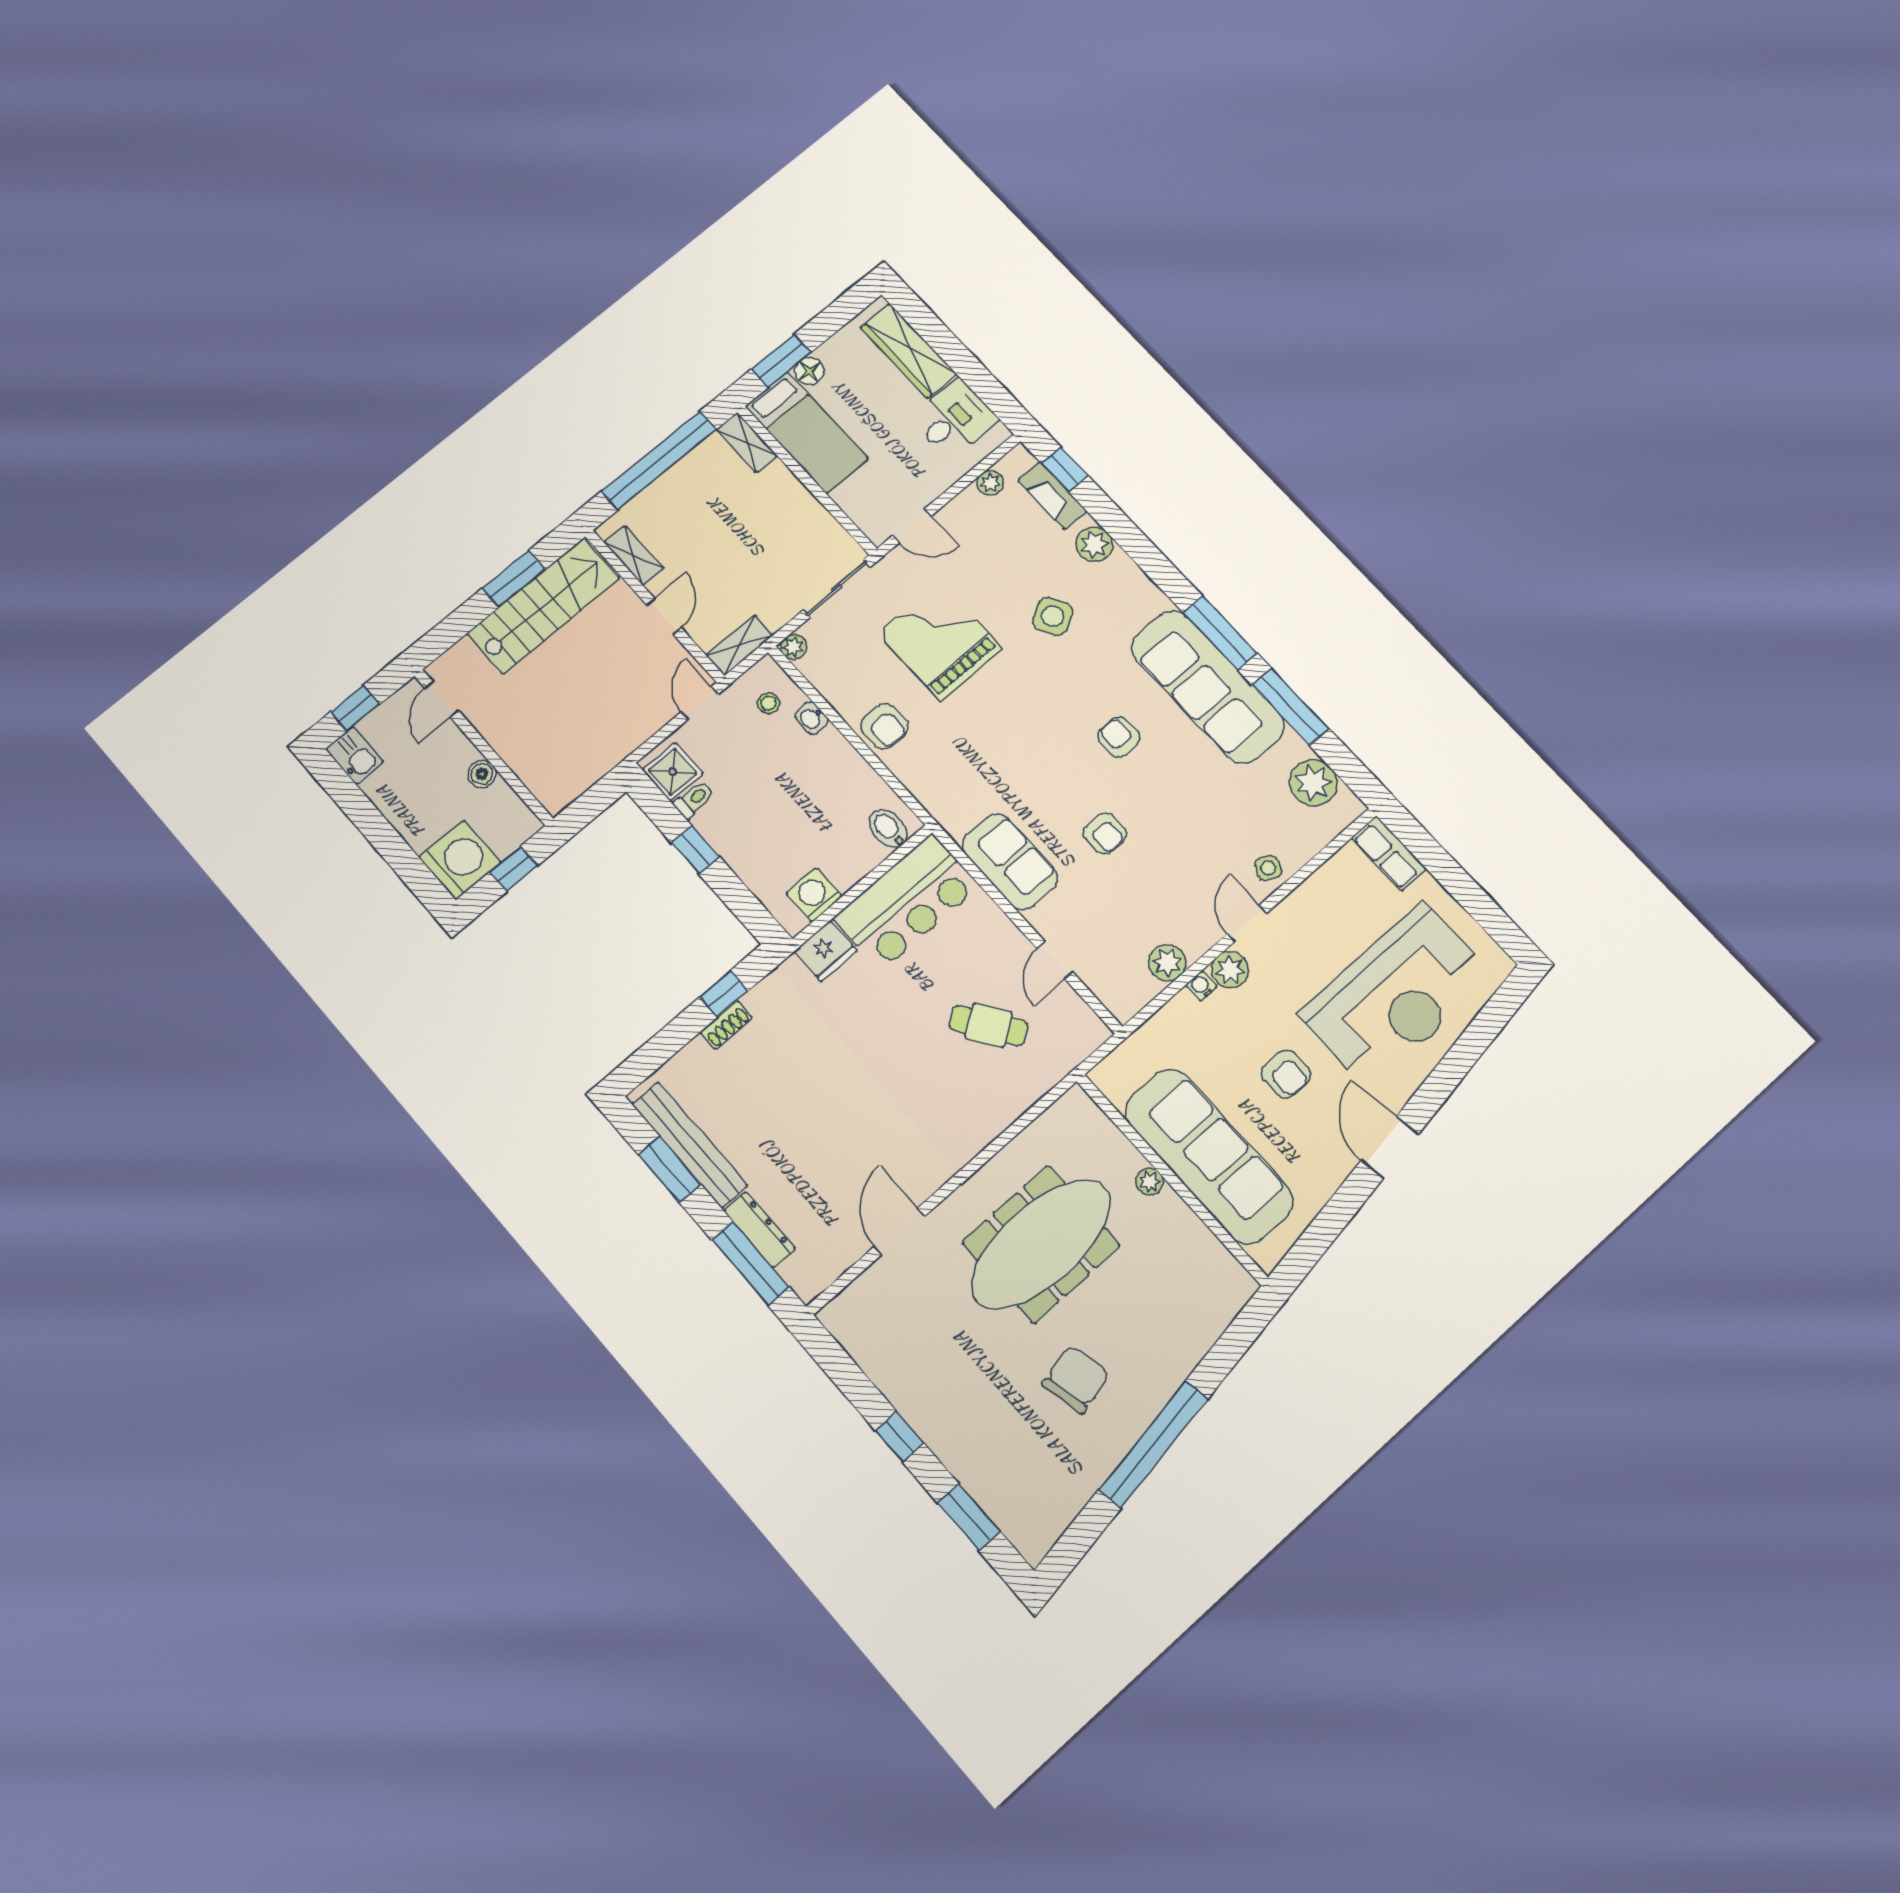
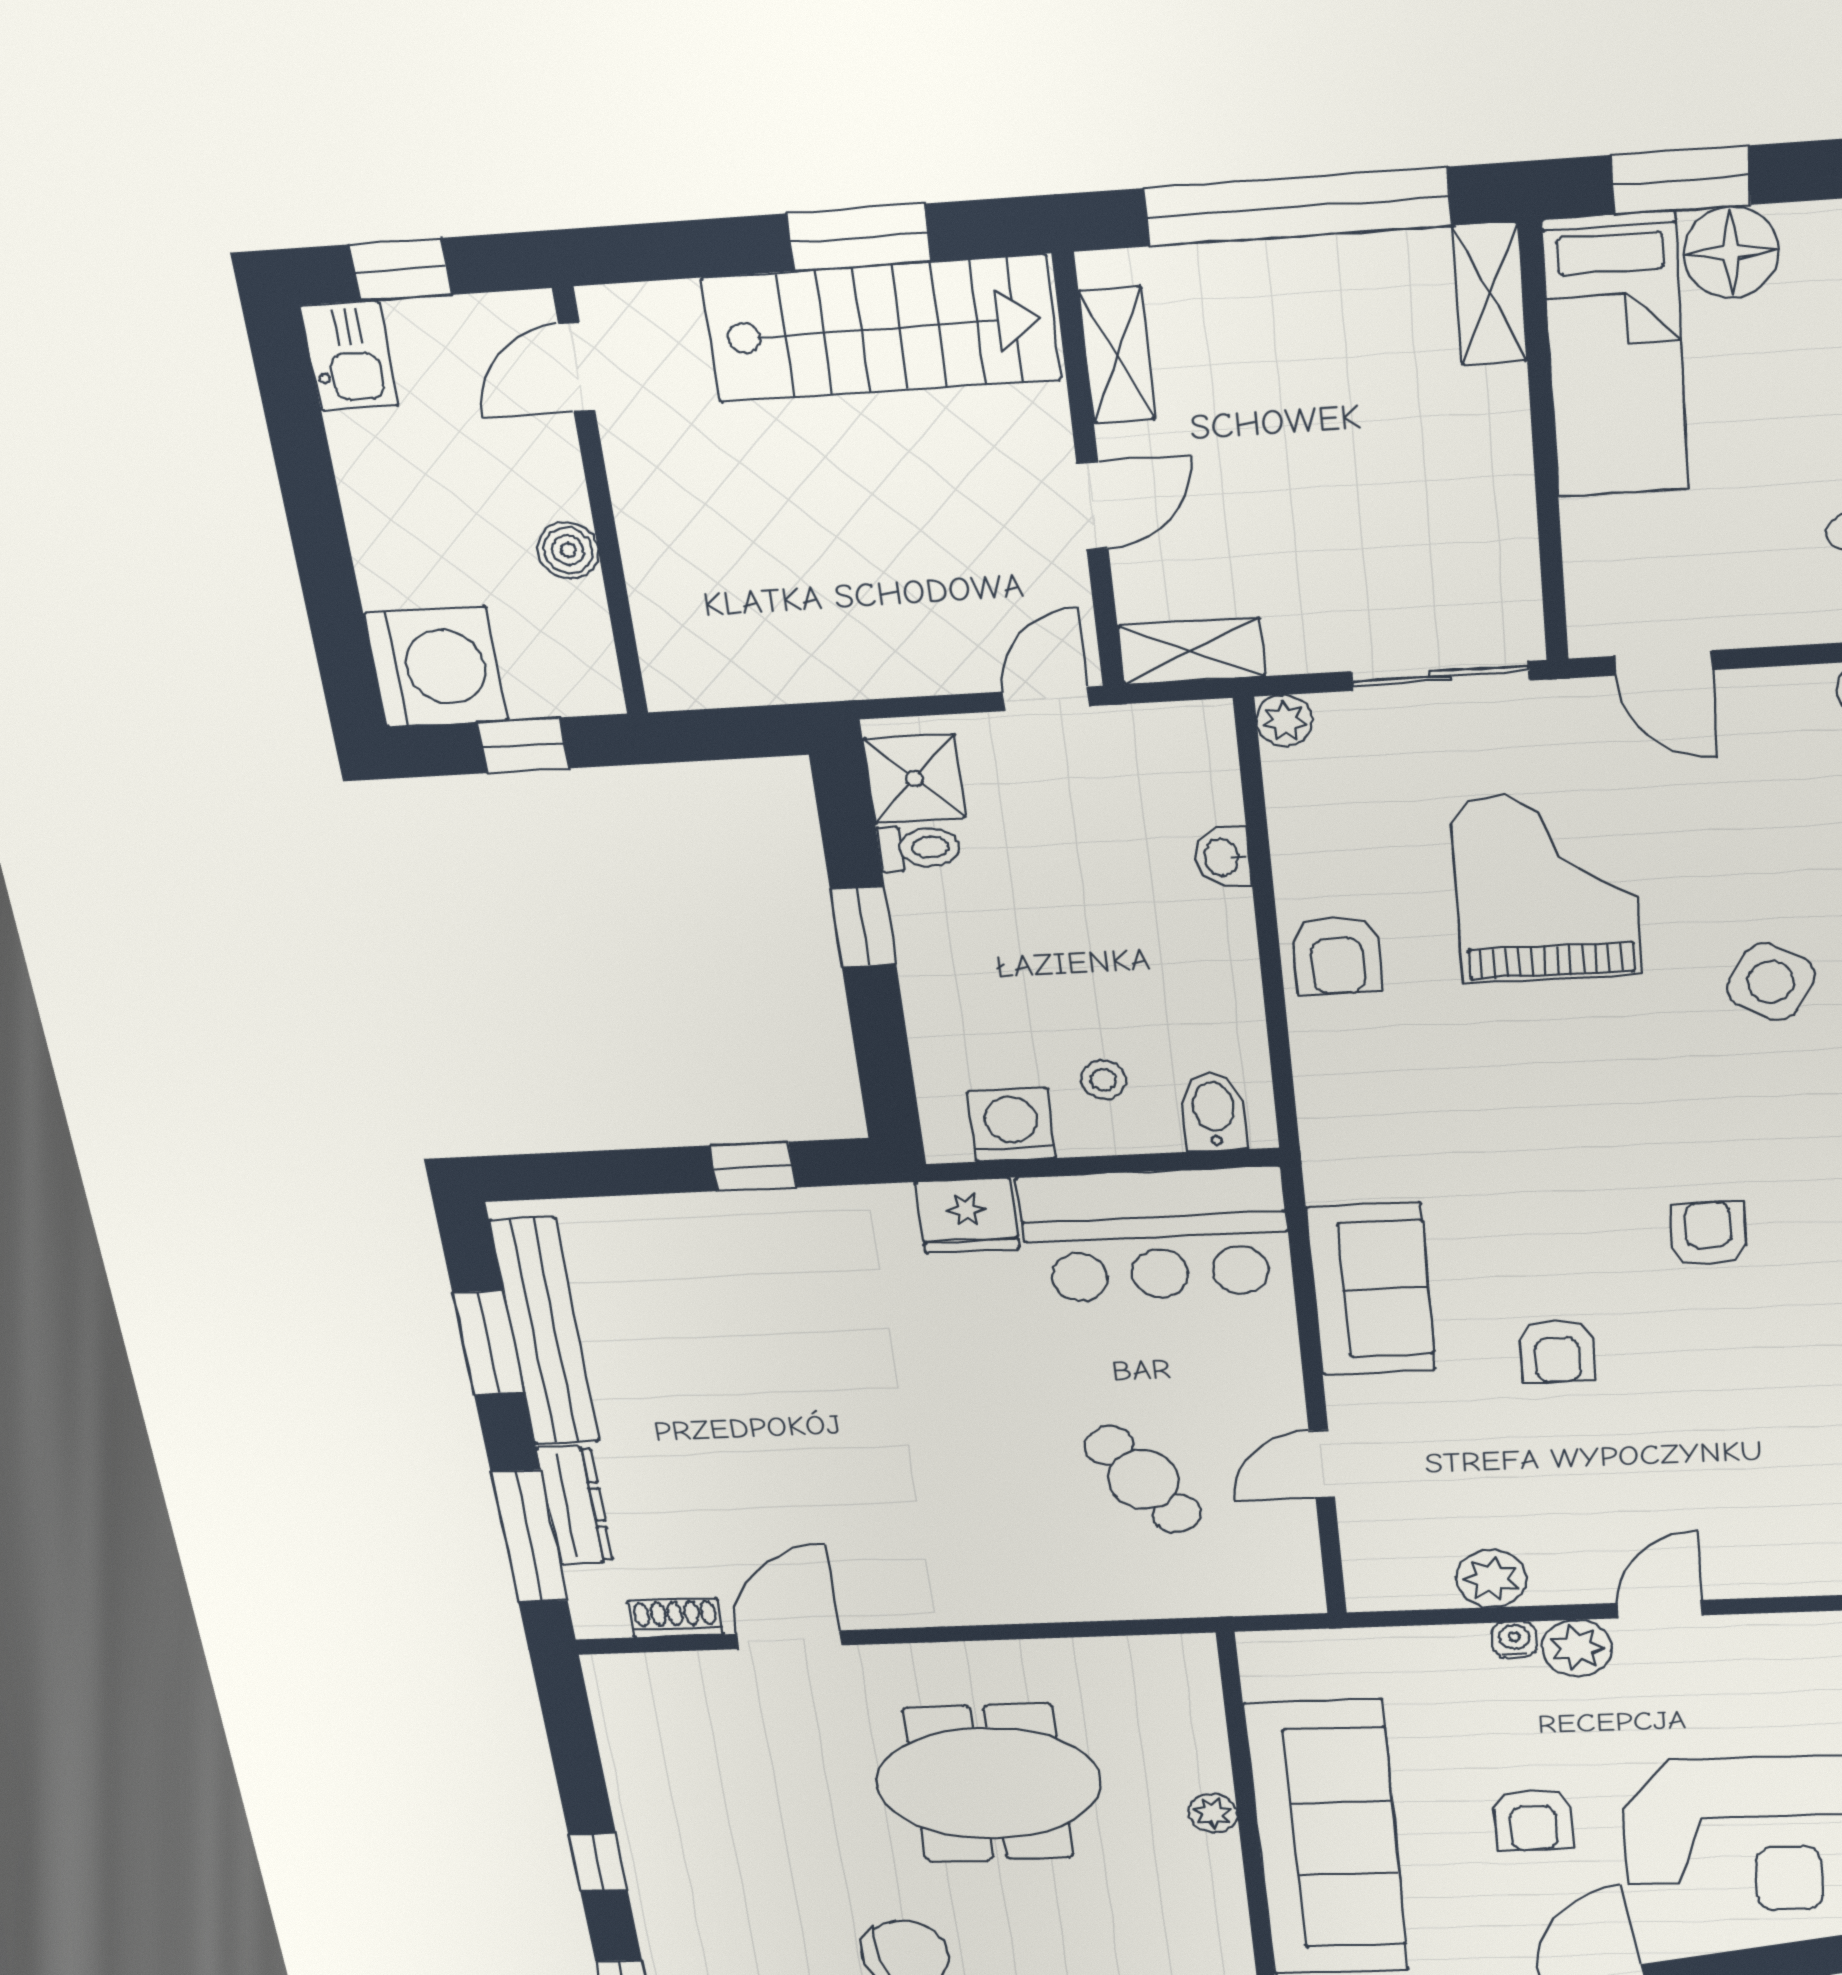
floor lamp: (809, 371) -> (1731, 252), width x1.38, depth x1.38
side table: (1053, 616) -> (1771, 982), turned -32
stool: (769, 703) -> (1103, 1080), moved
side table: (1268, 868) -> (1764, 1562), removed
shoe rack: (726, 1025) -> (676, 1618), moved, turned 180
meeting table: (1041, 1244) -> (988, 1783), width x0.73

